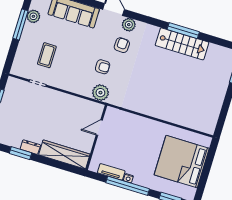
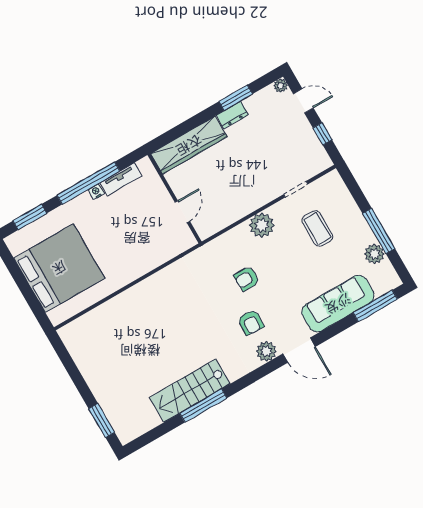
plant: (100, 93) -> (262, 225), moved

